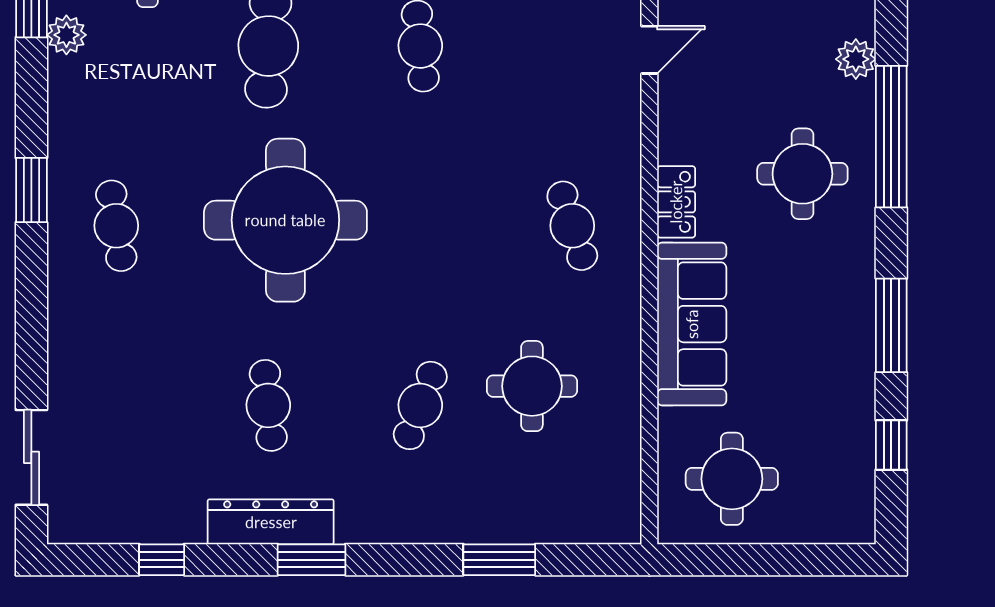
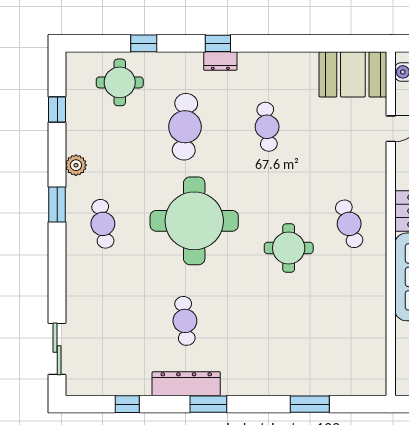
plant: (66, 35) -> (76, 165), moved
round table: (532, 386) -> (289, 248), moved
cafe table: (420, 405) -> (267, 321), removed

